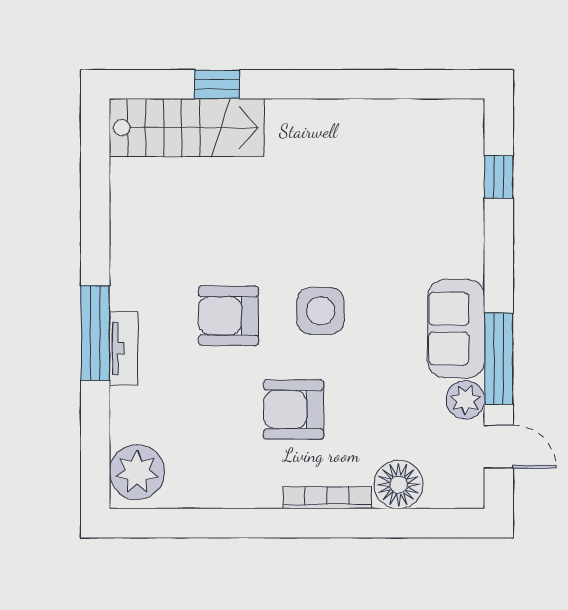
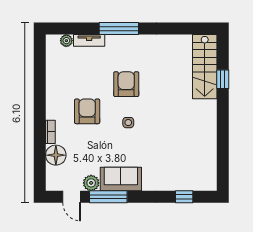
side table: (321, 311) -> (128, 123), width x0.54, depth x0.54
tv unit: (123, 349) -> (89, 40), moved
door: (499, 447) -> (72, 197), hinge flipped
plant: (137, 472) -> (66, 41), width x0.53, depth x0.53
bookcase: (327, 498) -> (50, 132), width x0.64

